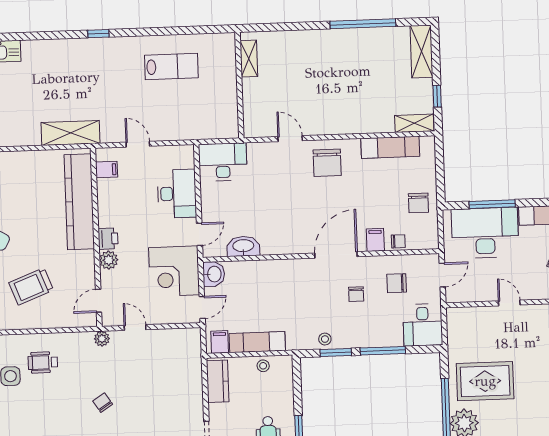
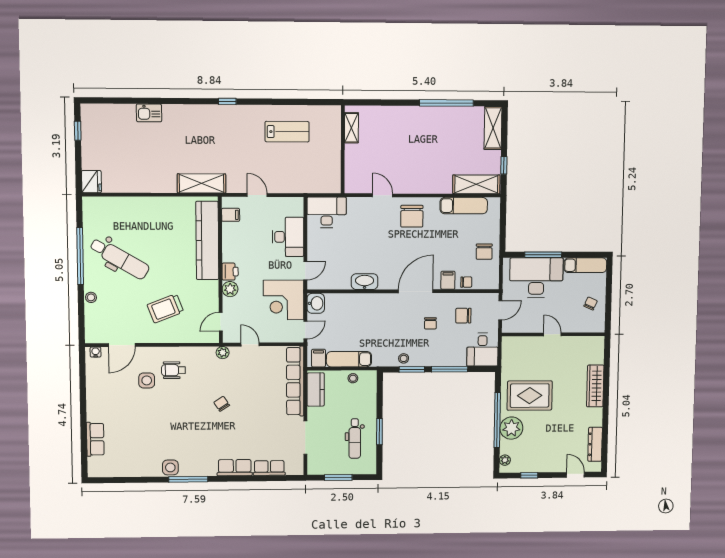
shelving: (414, 123) -> (476, 184), width x1.50, depth x1.33
washbasin: (243, 246) -> (365, 282), moved
row of seats: (192, 372) -> (295, 381), added

